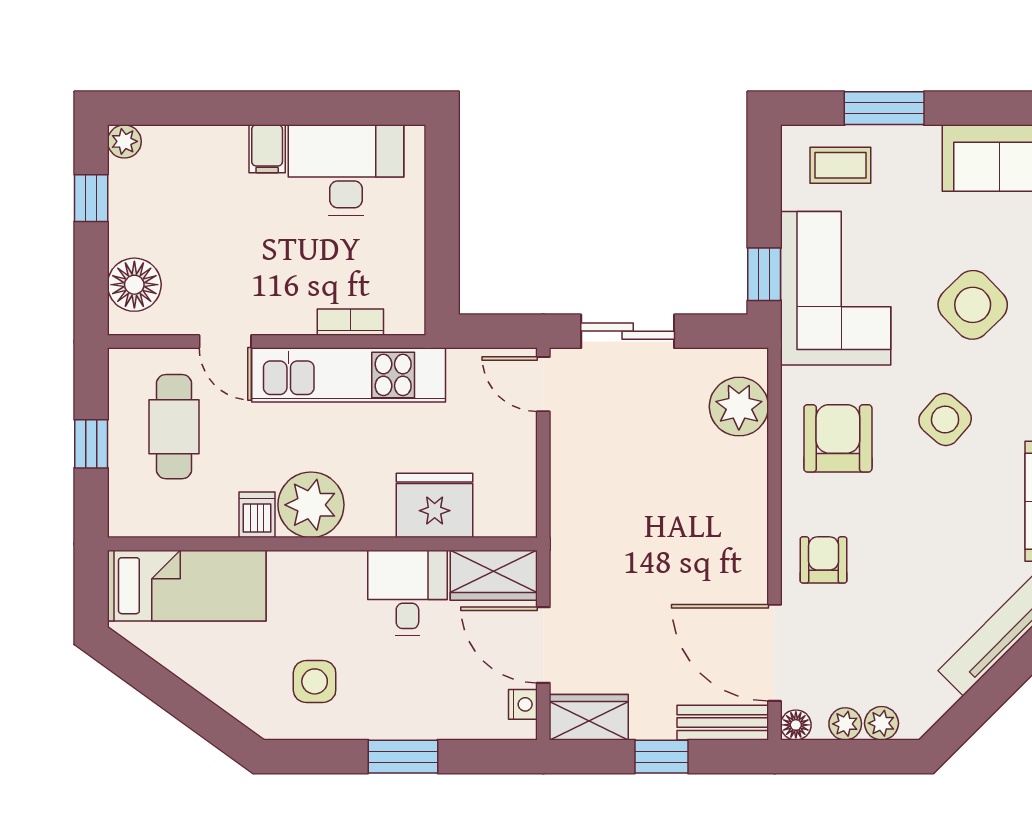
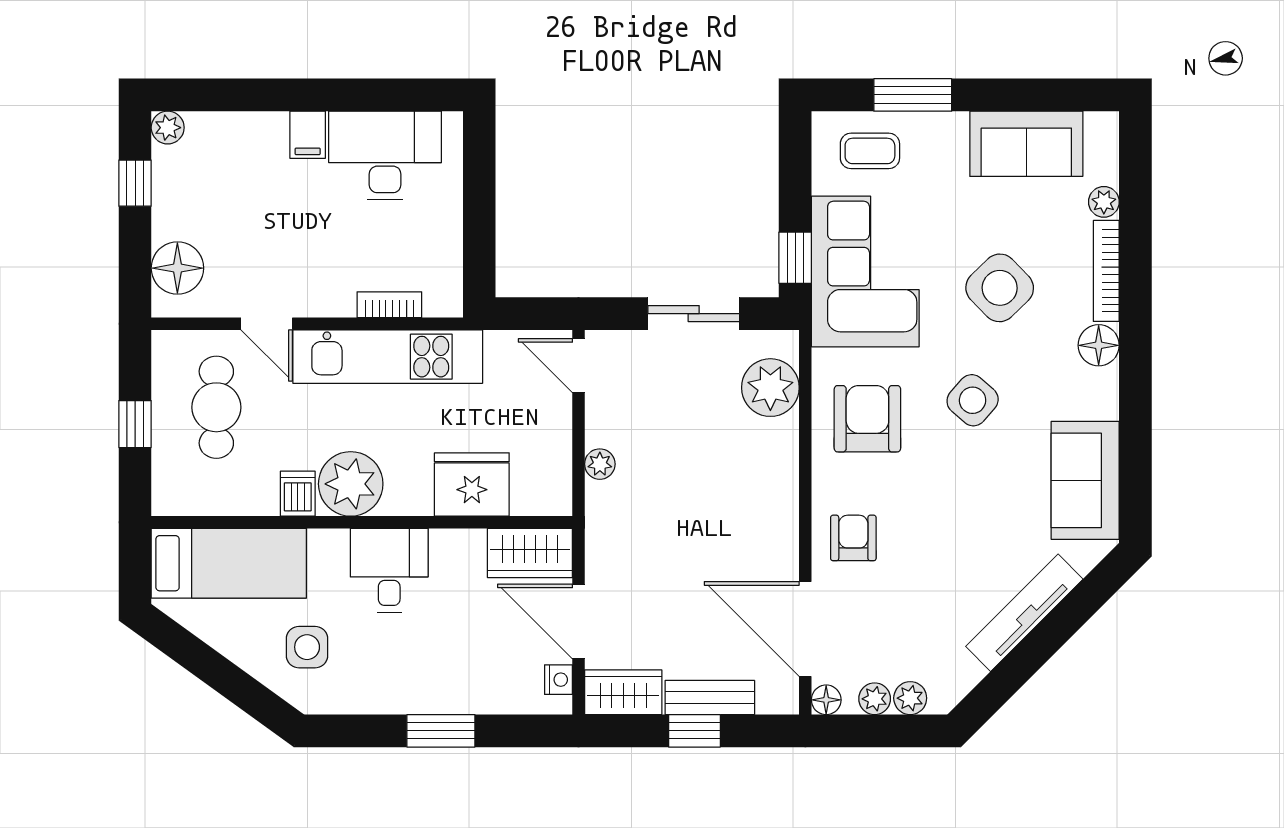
sliding door: (628, 331) -> (694, 314), moved
plant: (565, 485) -> (600, 464), added
desk: (407, 593) -> (389, 570), moved
side table: (315, 681) -> (307, 647), moved
bench: (723, 723) -> (710, 698), moved

